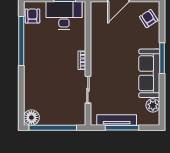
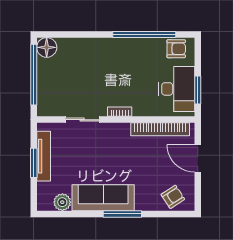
bookcase: (96, 29) -> (160, 129), added
window: (122, 128) -> (34, 163), width x0.69

